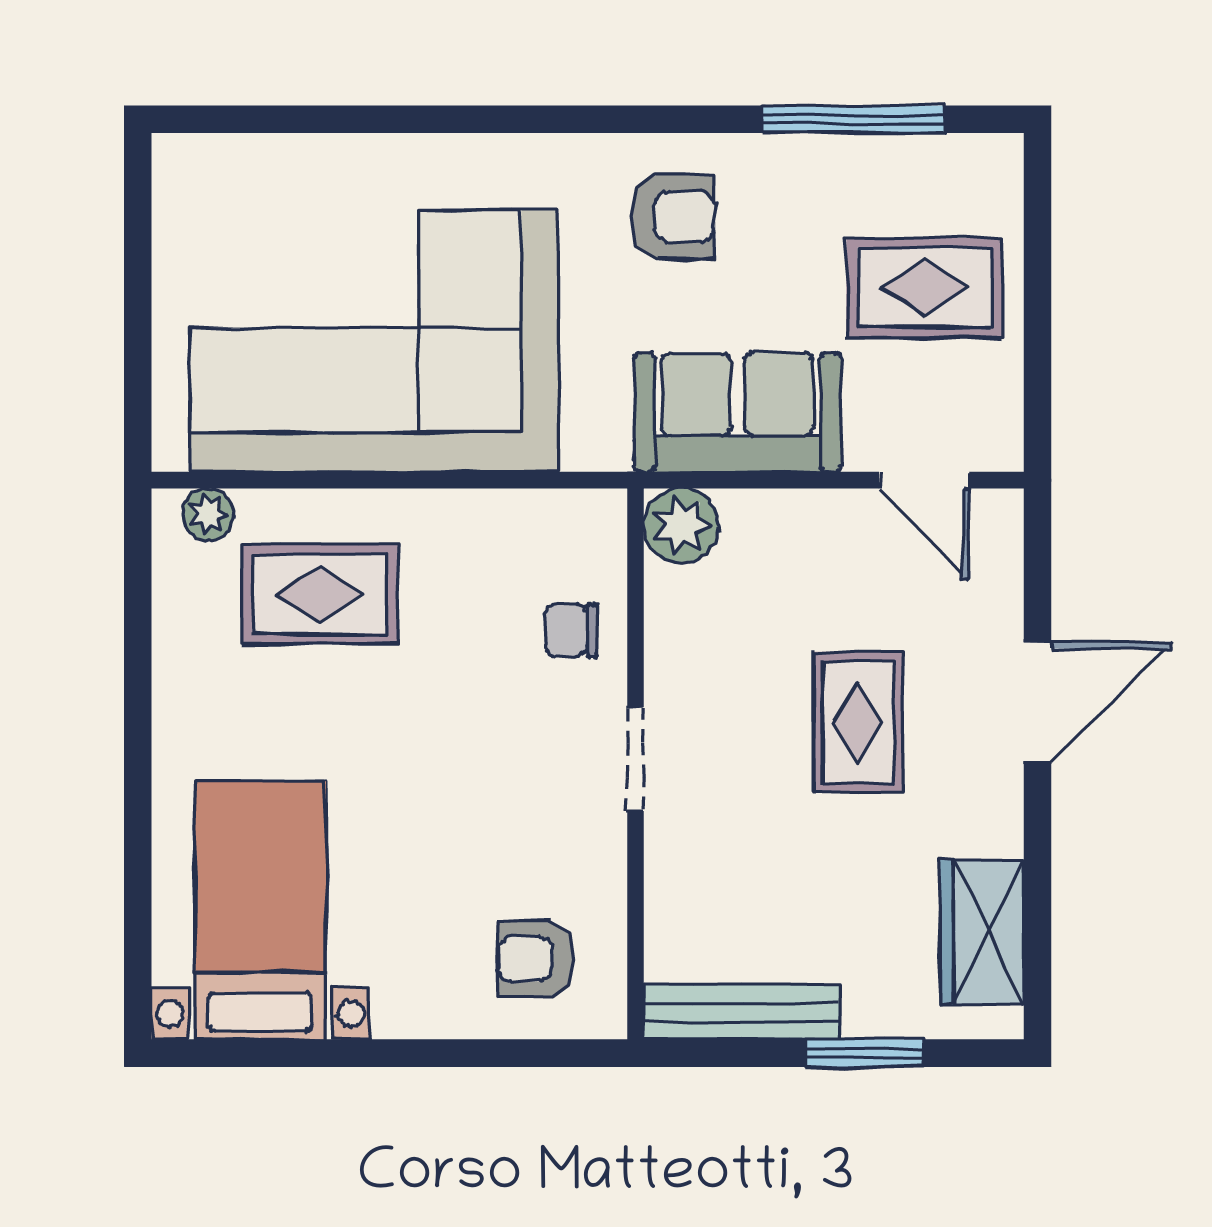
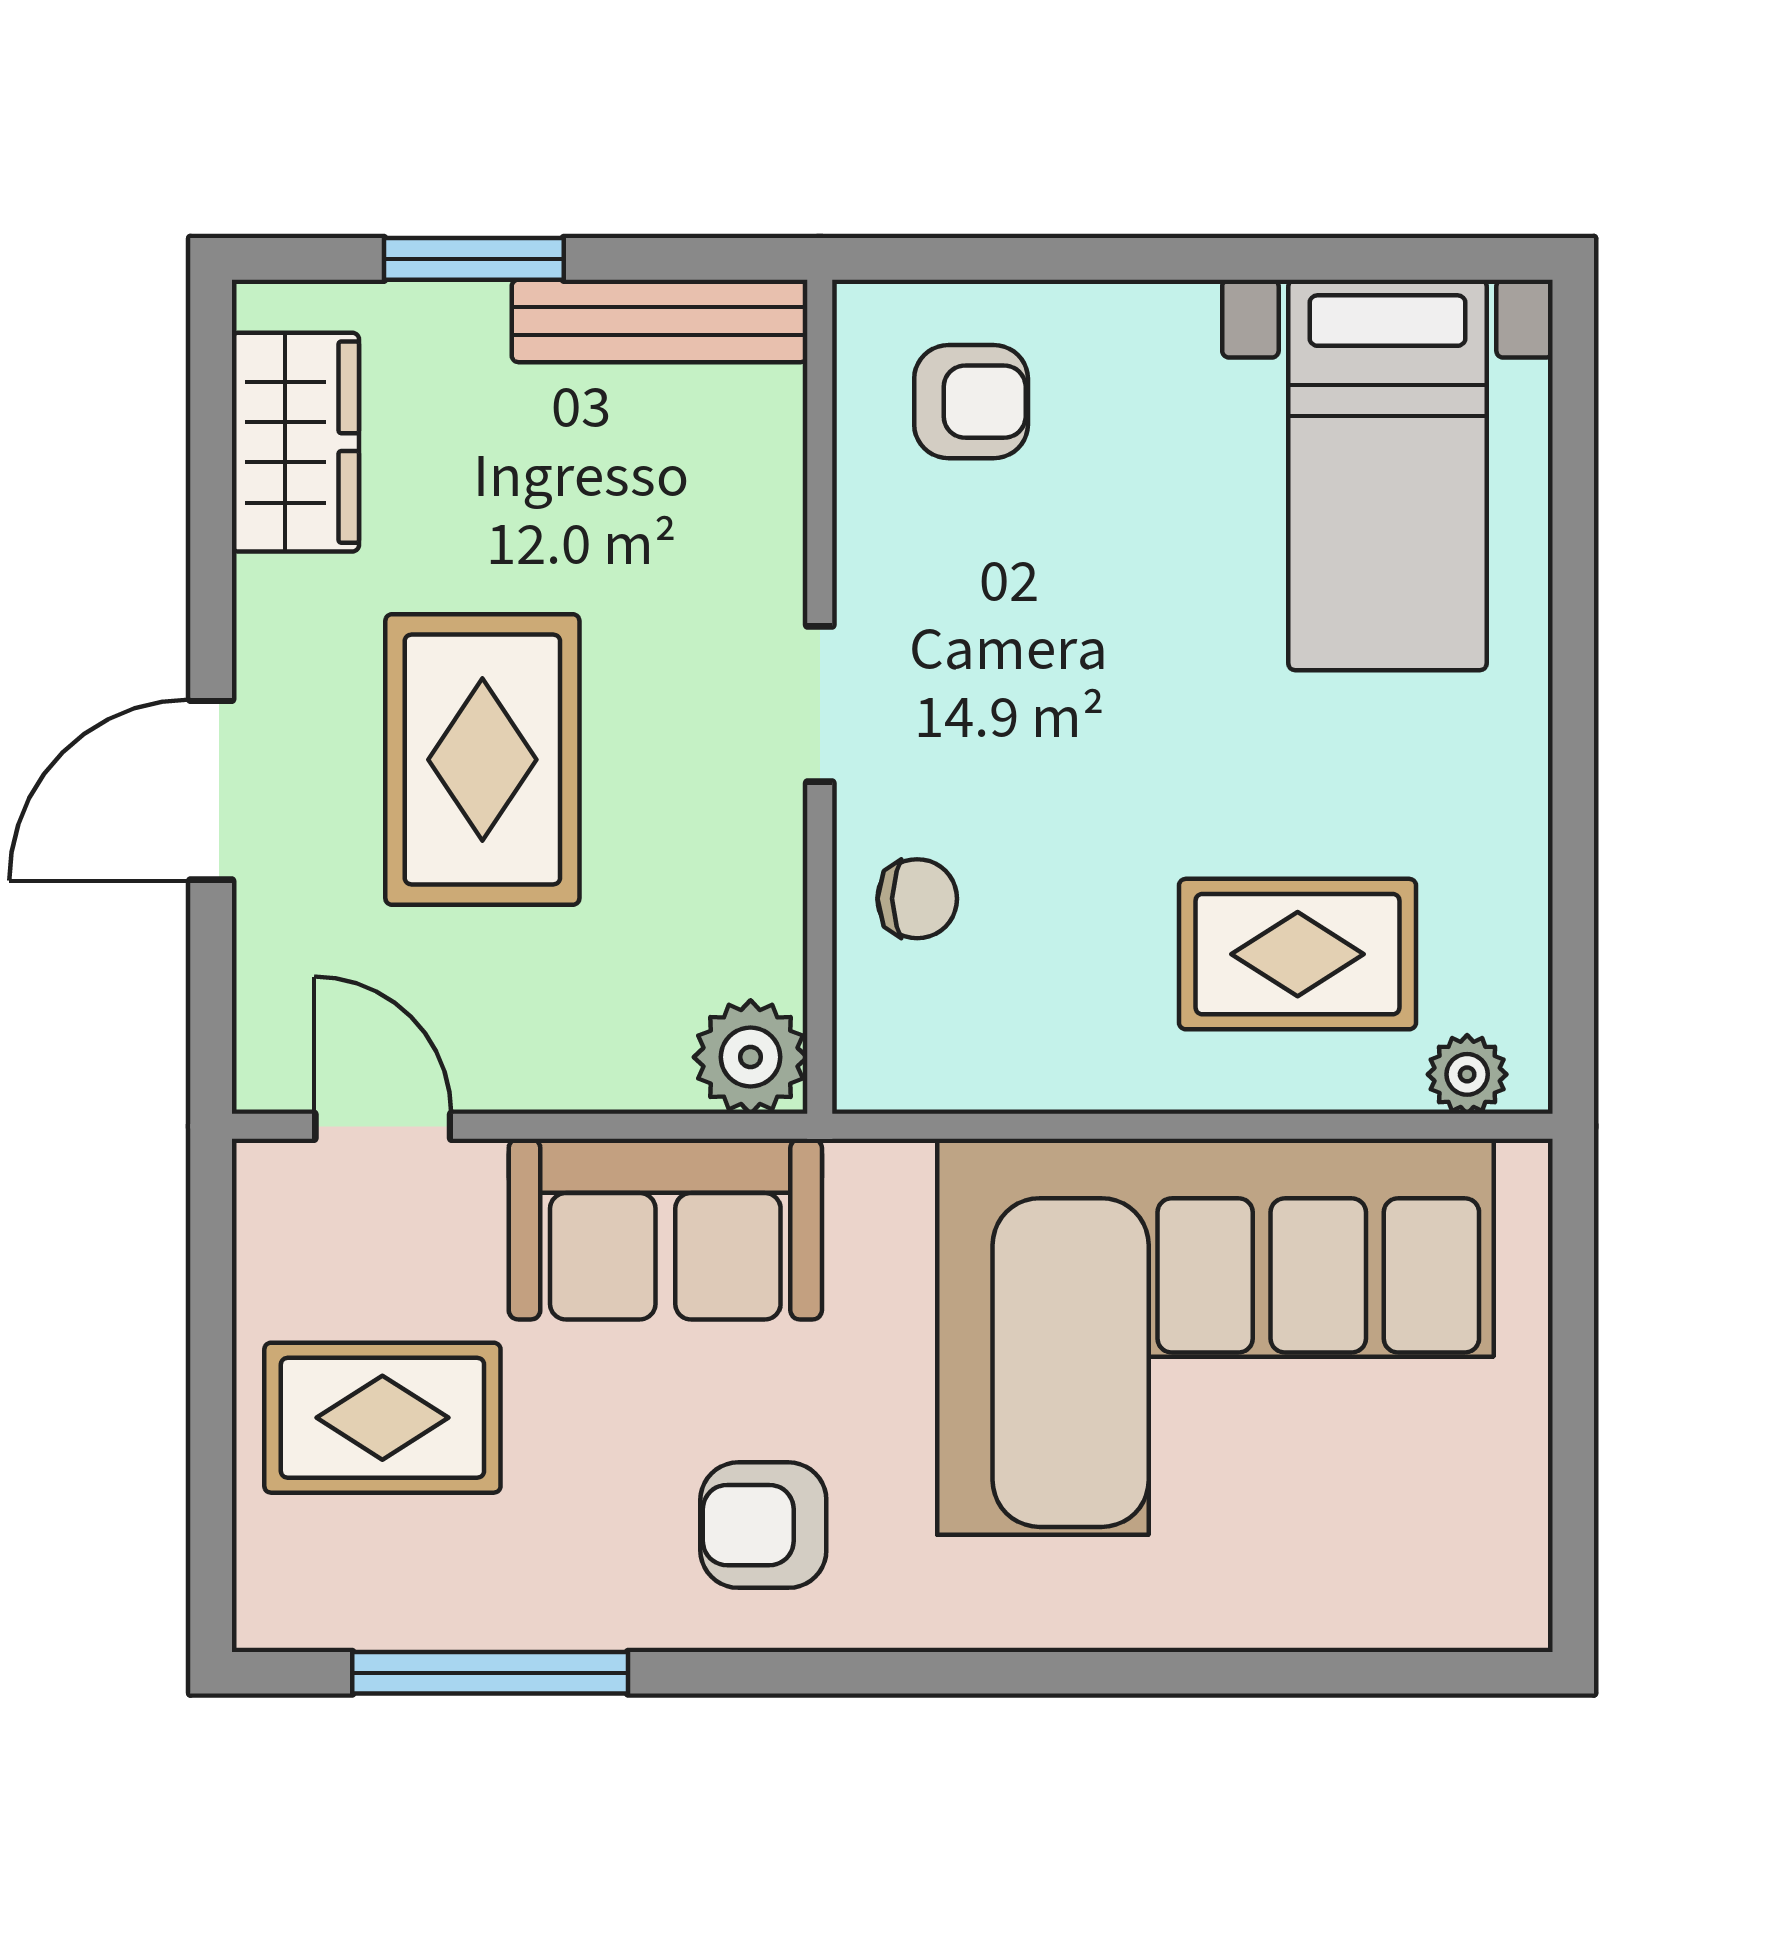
rug: (858, 722) -> (482, 760), width x1.36, depth x1.43

